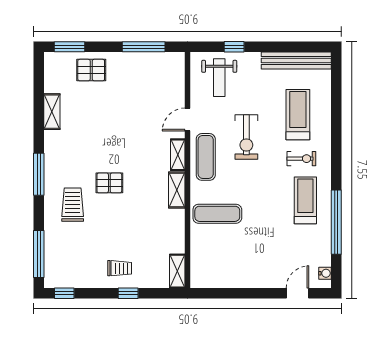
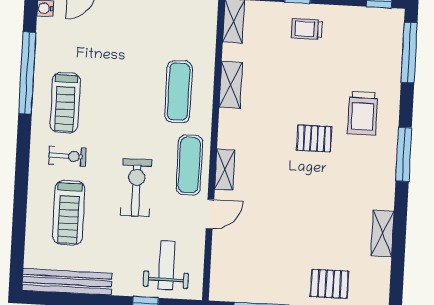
exercise bike: (301, 159) -> (67, 156), turned 180
shelving: (177, 190) -> (231, 85), moved
exercise mat: (217, 214) -> (178, 92), turned 90

